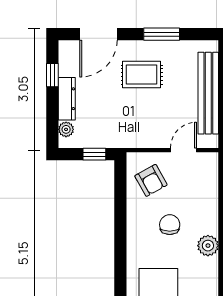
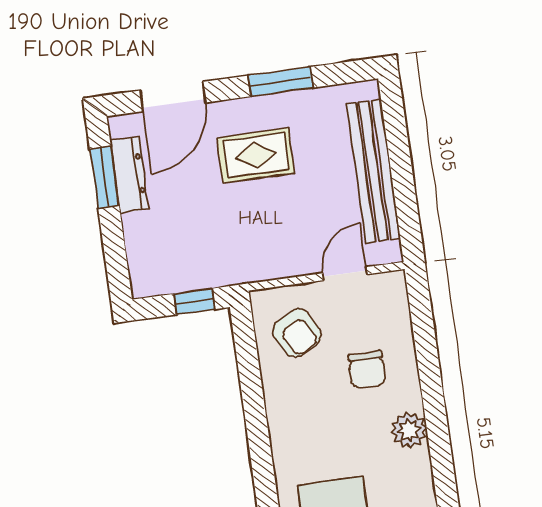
window: (52, 75) -> (104, 177), width x1.50
dresser: (67, 99) -> (129, 175), moved
plant: (66, 129) -> (140, 266), removed
chair: (170, 225) -> (367, 370), moved, turned 180

